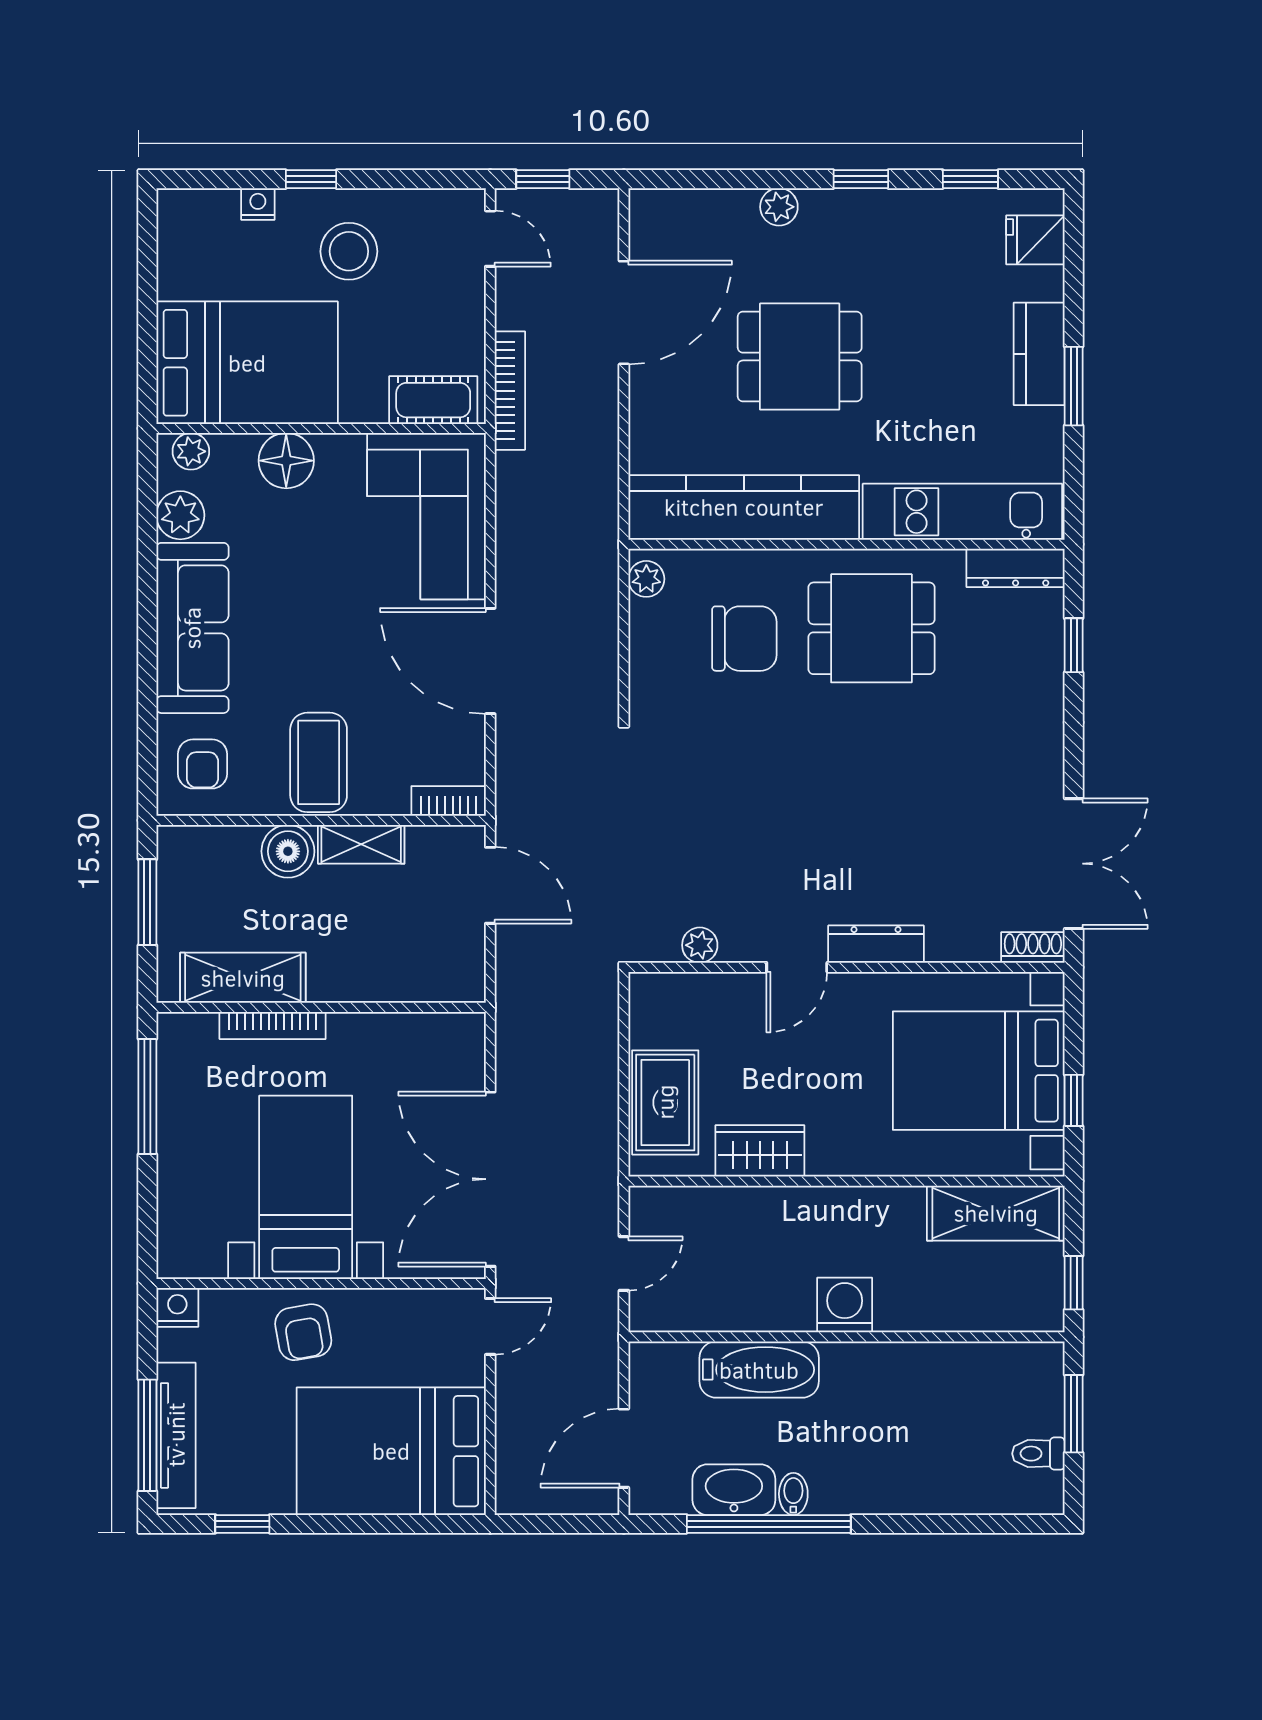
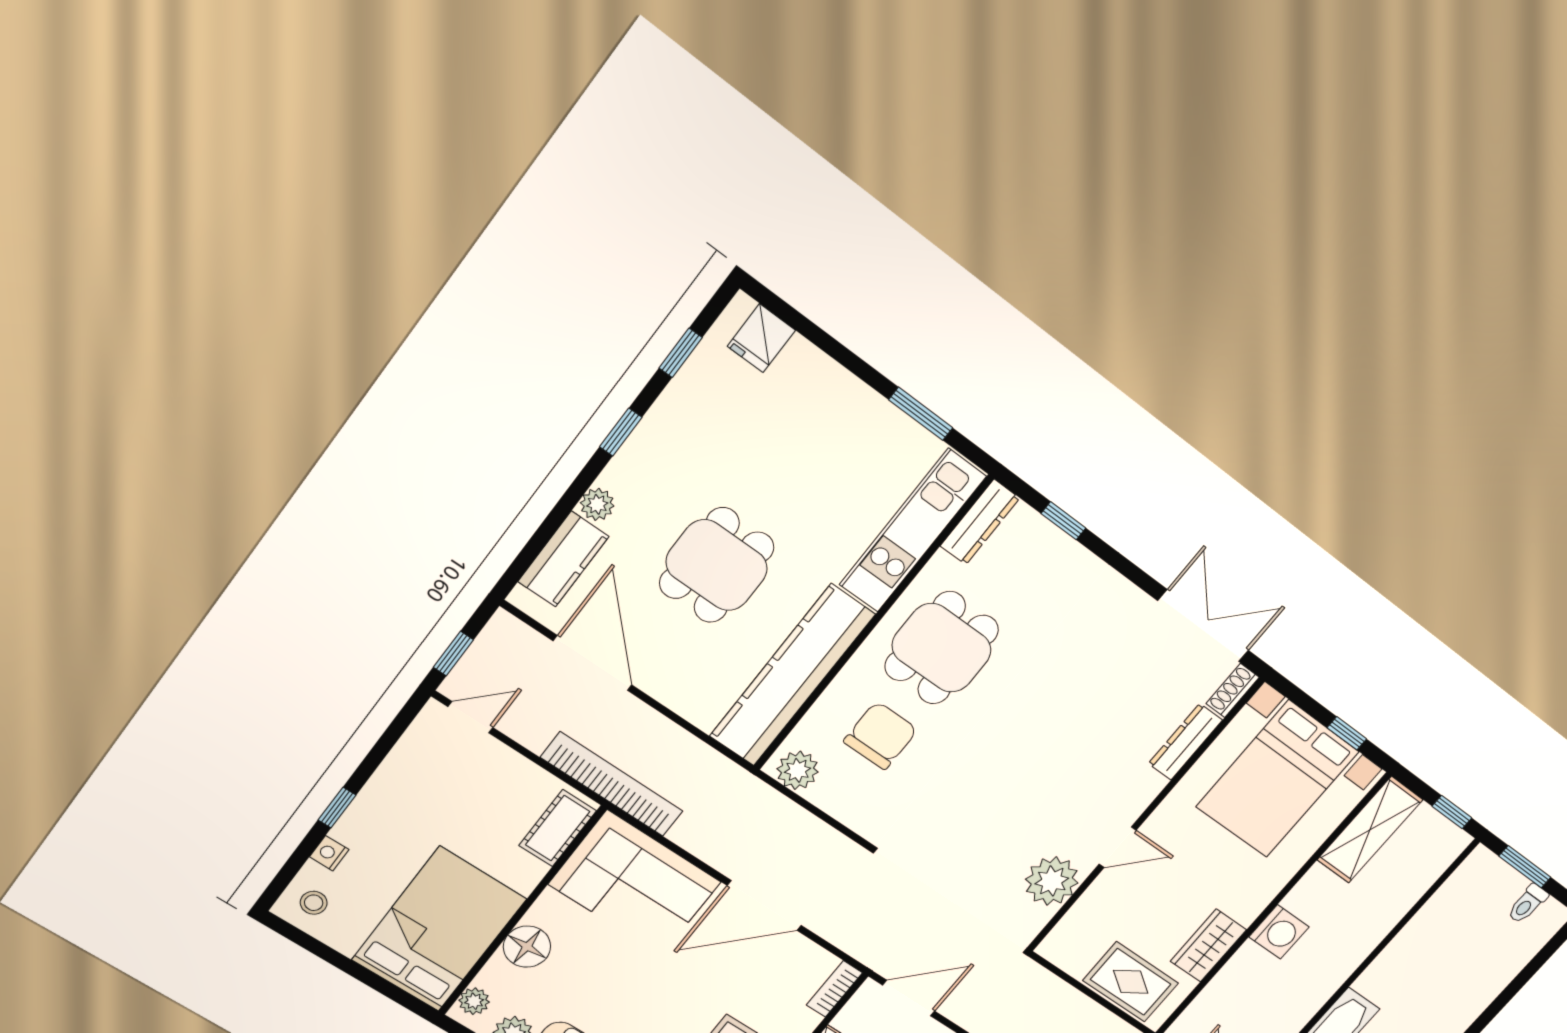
stool: (349, 251) -> (314, 903), moved, width x0.53, depth x0.53
kitchen counter: (1039, 354) -> (563, 559), moved, turned -90
window: (1074, 386) -> (921, 414), moved
bookcase: (510, 391) -> (612, 784), width x1.48, depth x1.31
plant: (646, 579) -> (798, 770), width x1.38, depth x1.38
dresser: (876, 944) -> (1185, 742), moved
plant: (700, 945) -> (1052, 881), width x1.87, depth x1.87
door: (797, 967) -> (1118, 847), hinge flipped
washing machine: (845, 1305) -> (1279, 932), moved, turned 180

